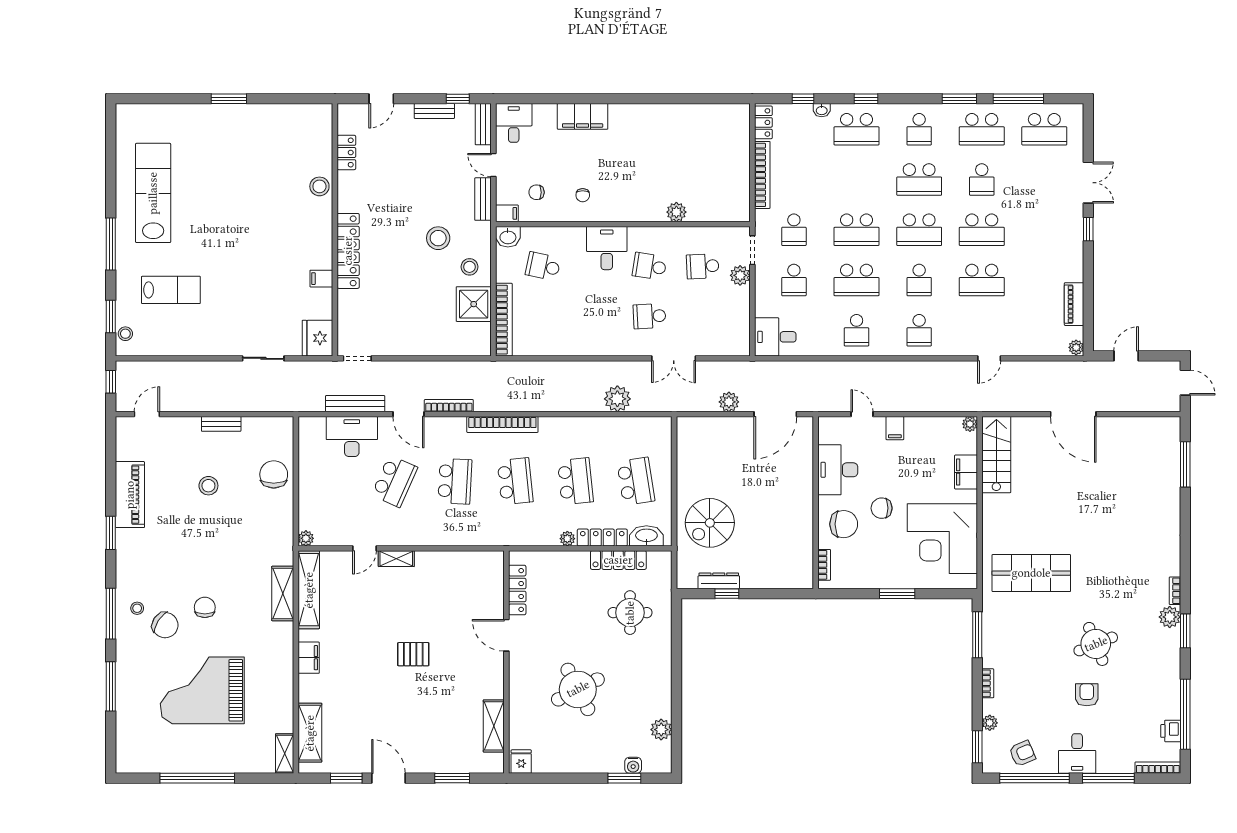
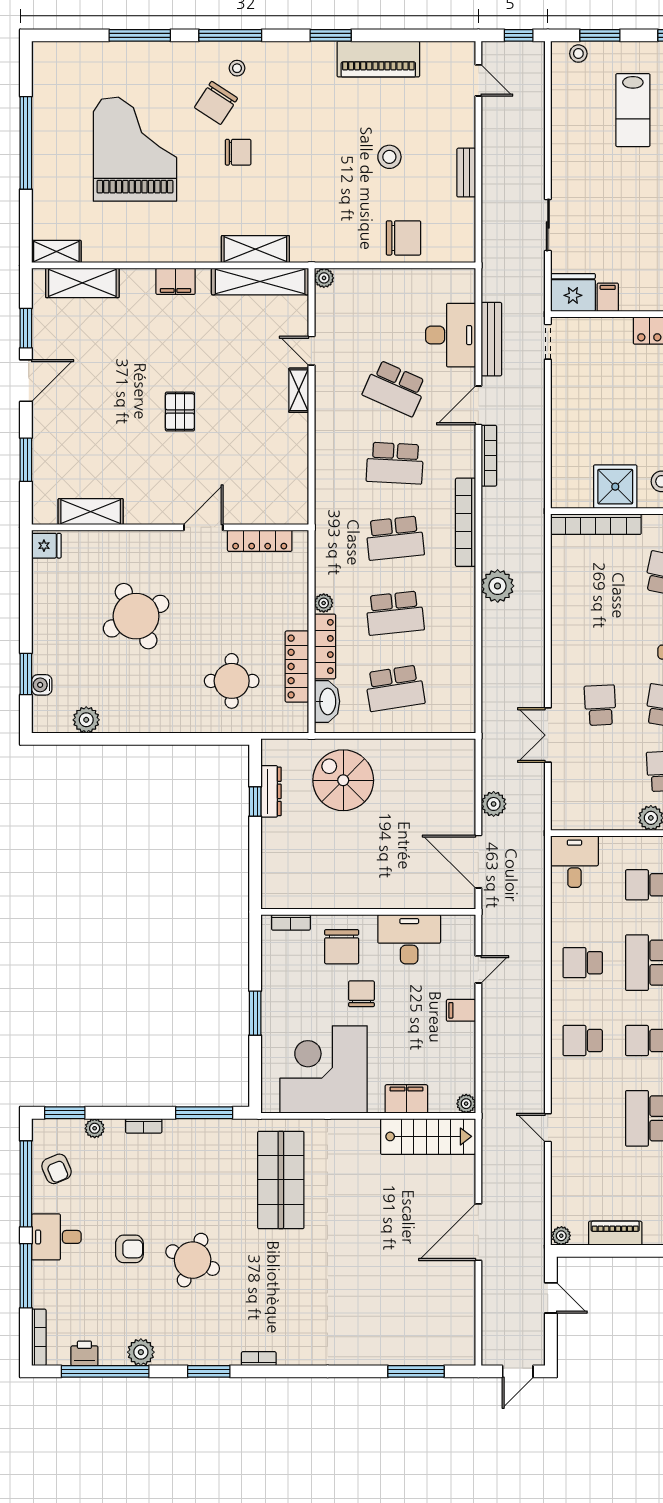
filing cabinet: (321, 279) -> (608, 297), moved
plant: (617, 399) -> (498, 586), moved
plant: (1170, 617) -> (141, 1352), moved
round table: (1096, 644) -> (193, 1260), turned 45

